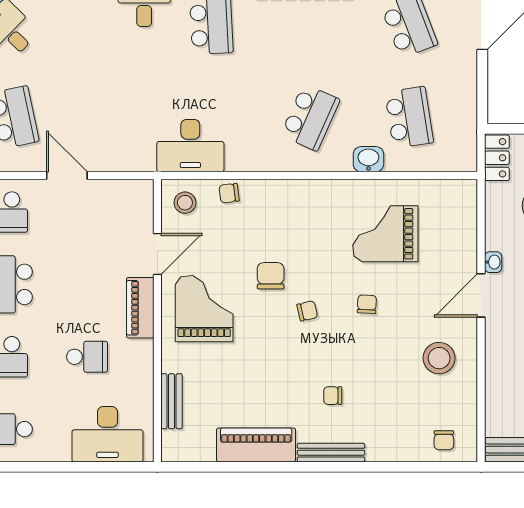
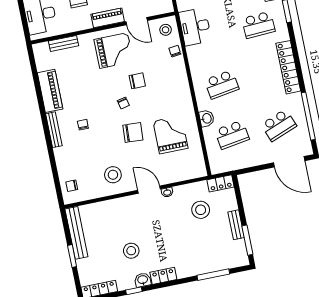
school desk: (310, 117) -> (222, 85), turned -33
chair: (367, 304) -> (133, 133), width x1.87, depth x1.87

